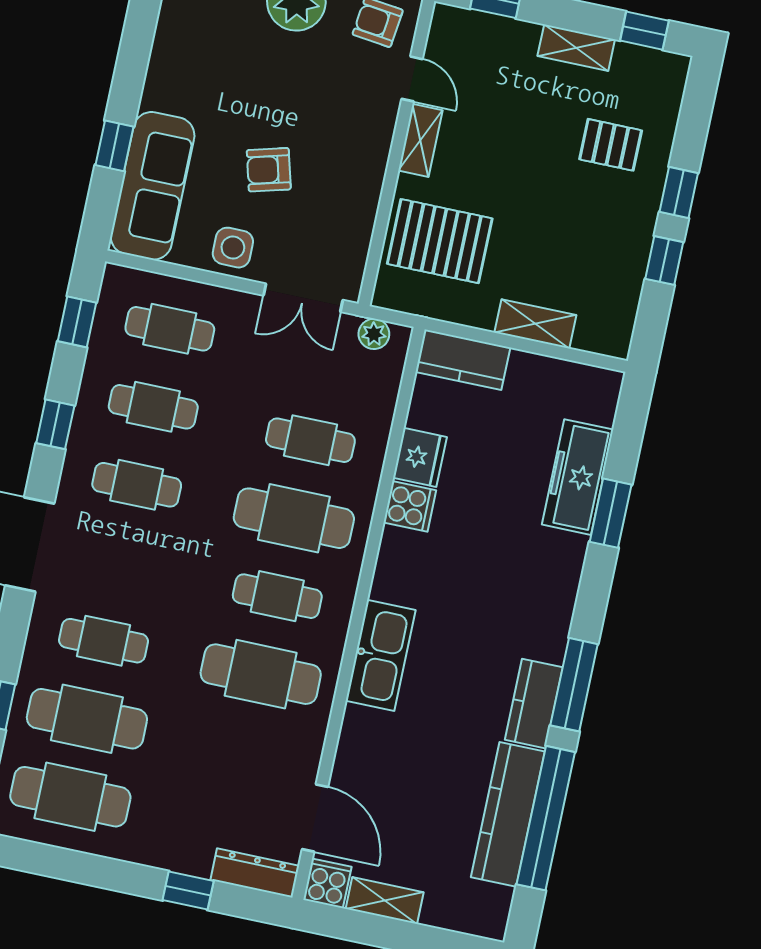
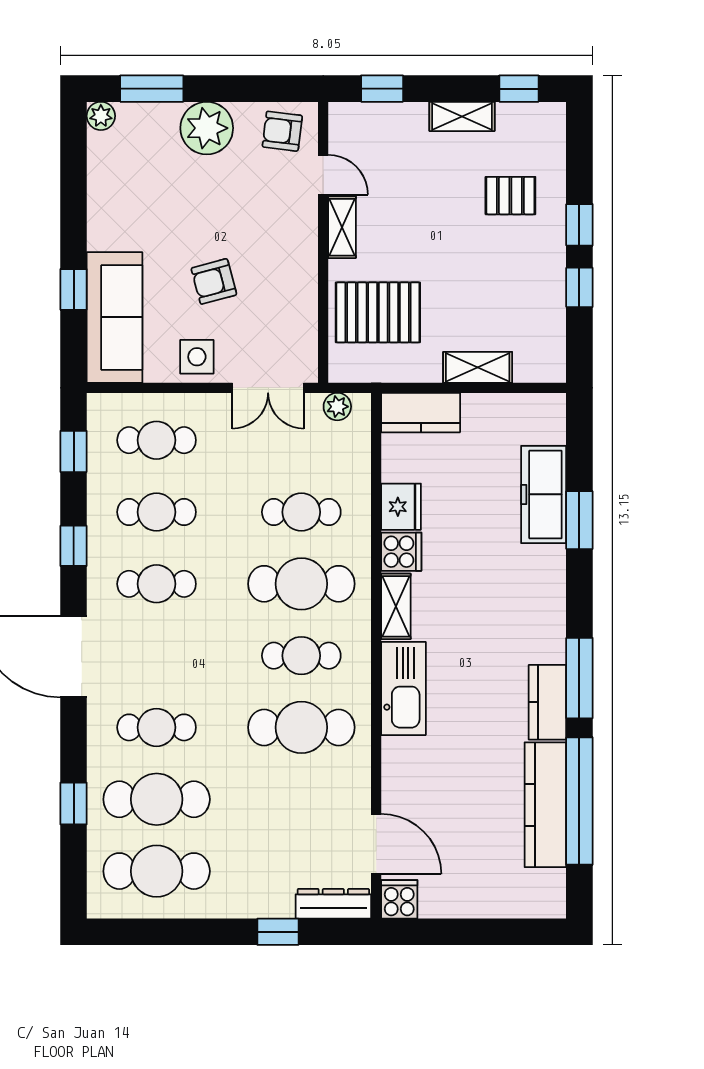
shelving: (385, 901) -> (396, 606), moved, turned 90

